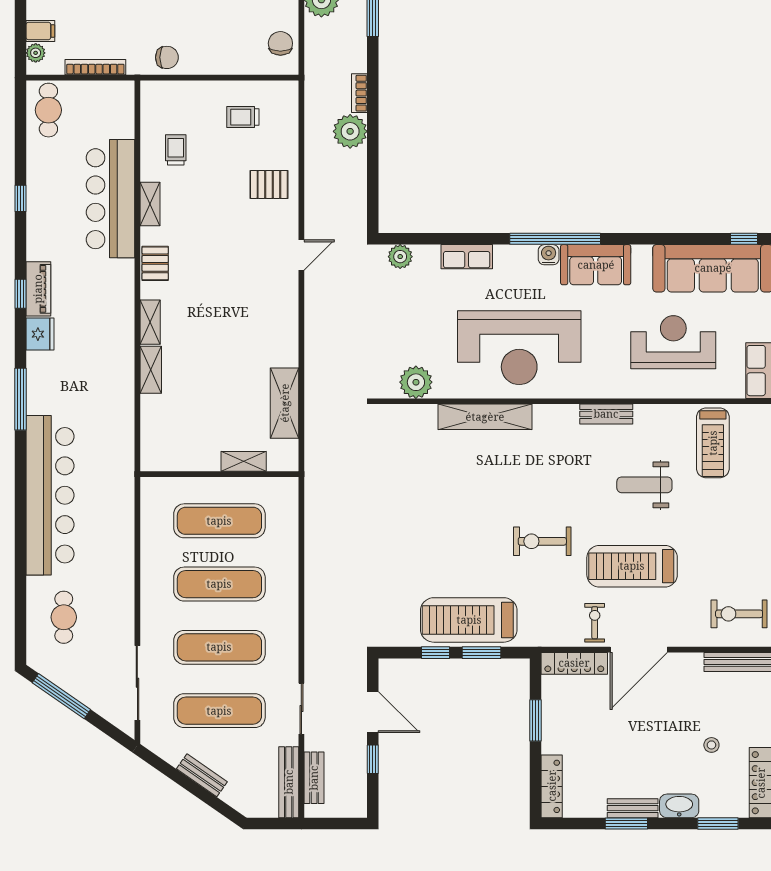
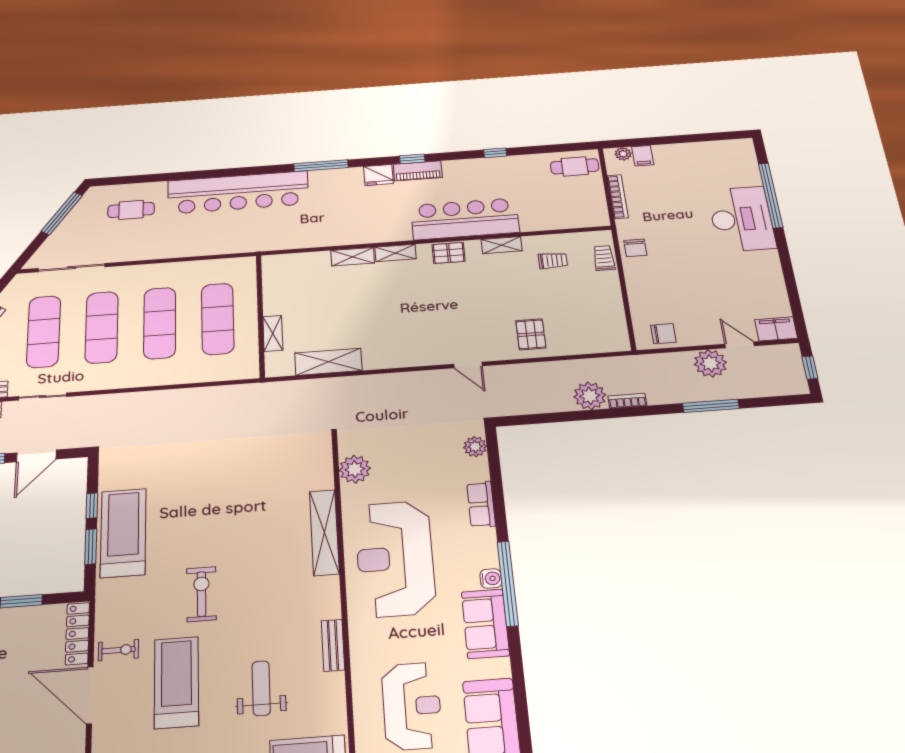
trolley: (243, 117) -> (604, 258), moved
bar counter: (111, 199) -> (465, 219), moved

